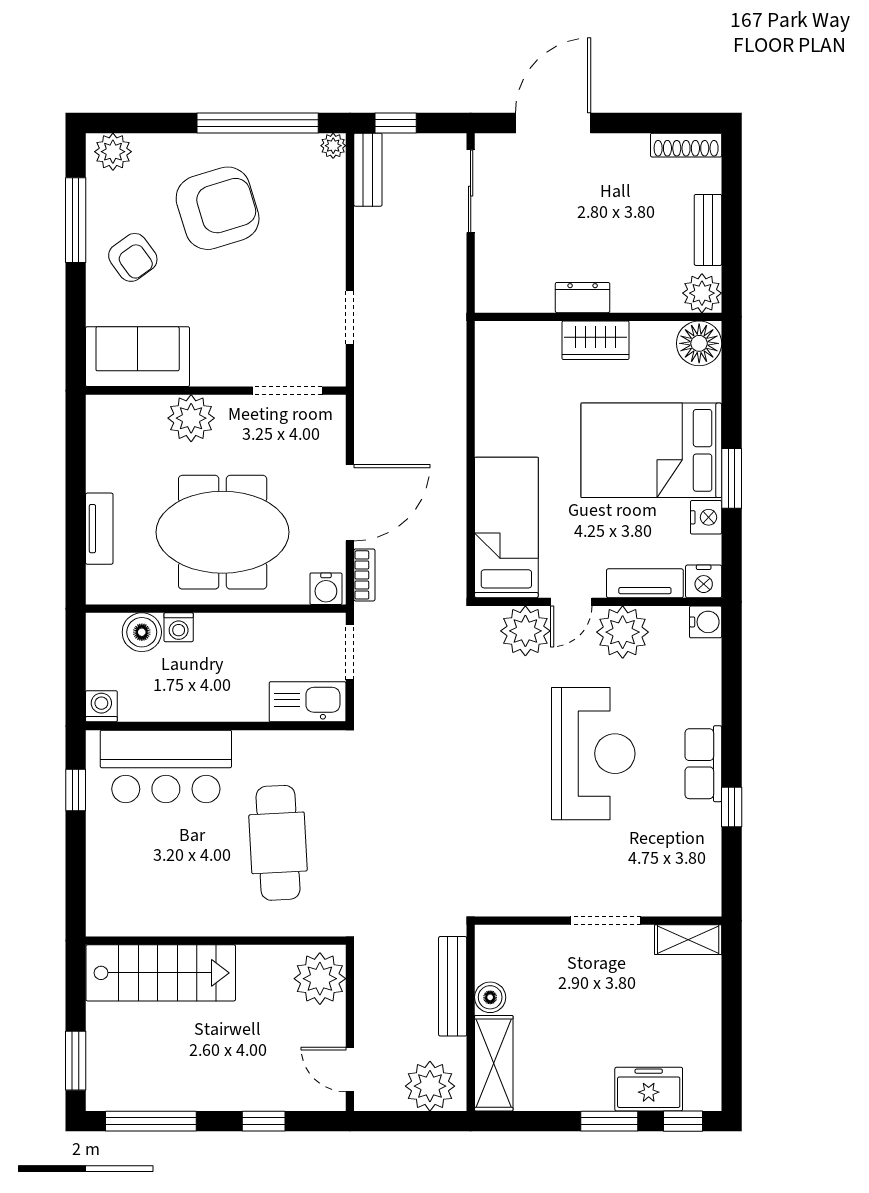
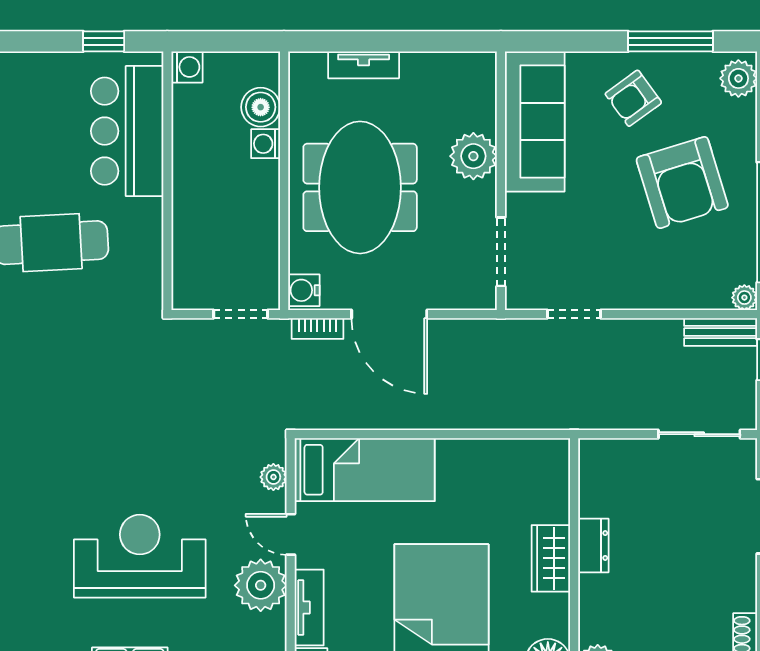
sofa: (138, 357) -> (535, 121), width x1.36
plant: (525, 631) -> (273, 477), width x0.53, depth x0.53
kitchen sink: (308, 702) -> (191, 272), removed
reception desk: (593, 754) -> (140, 556), turned 180

